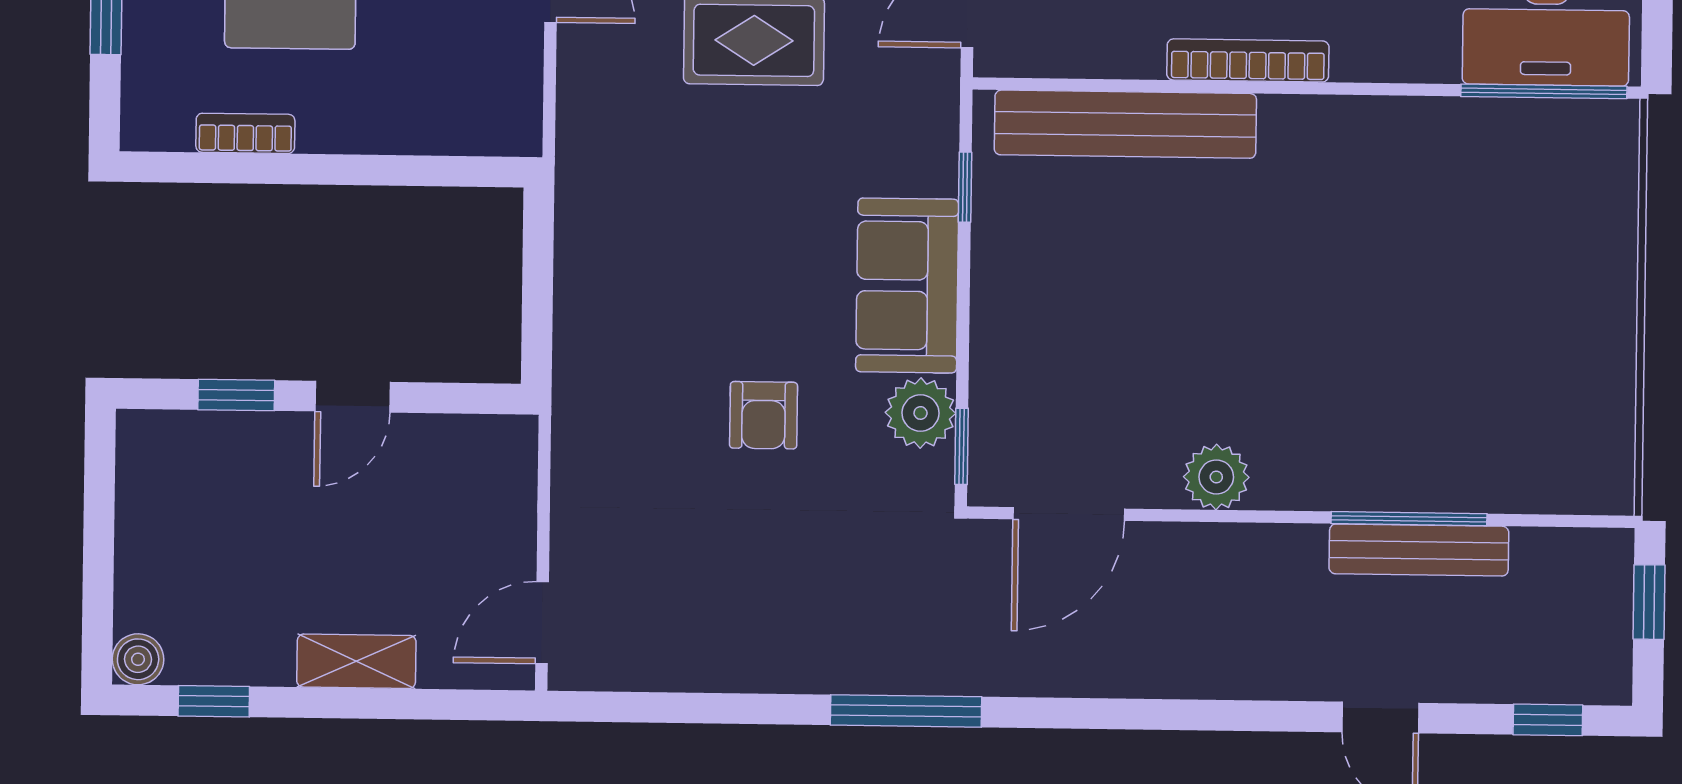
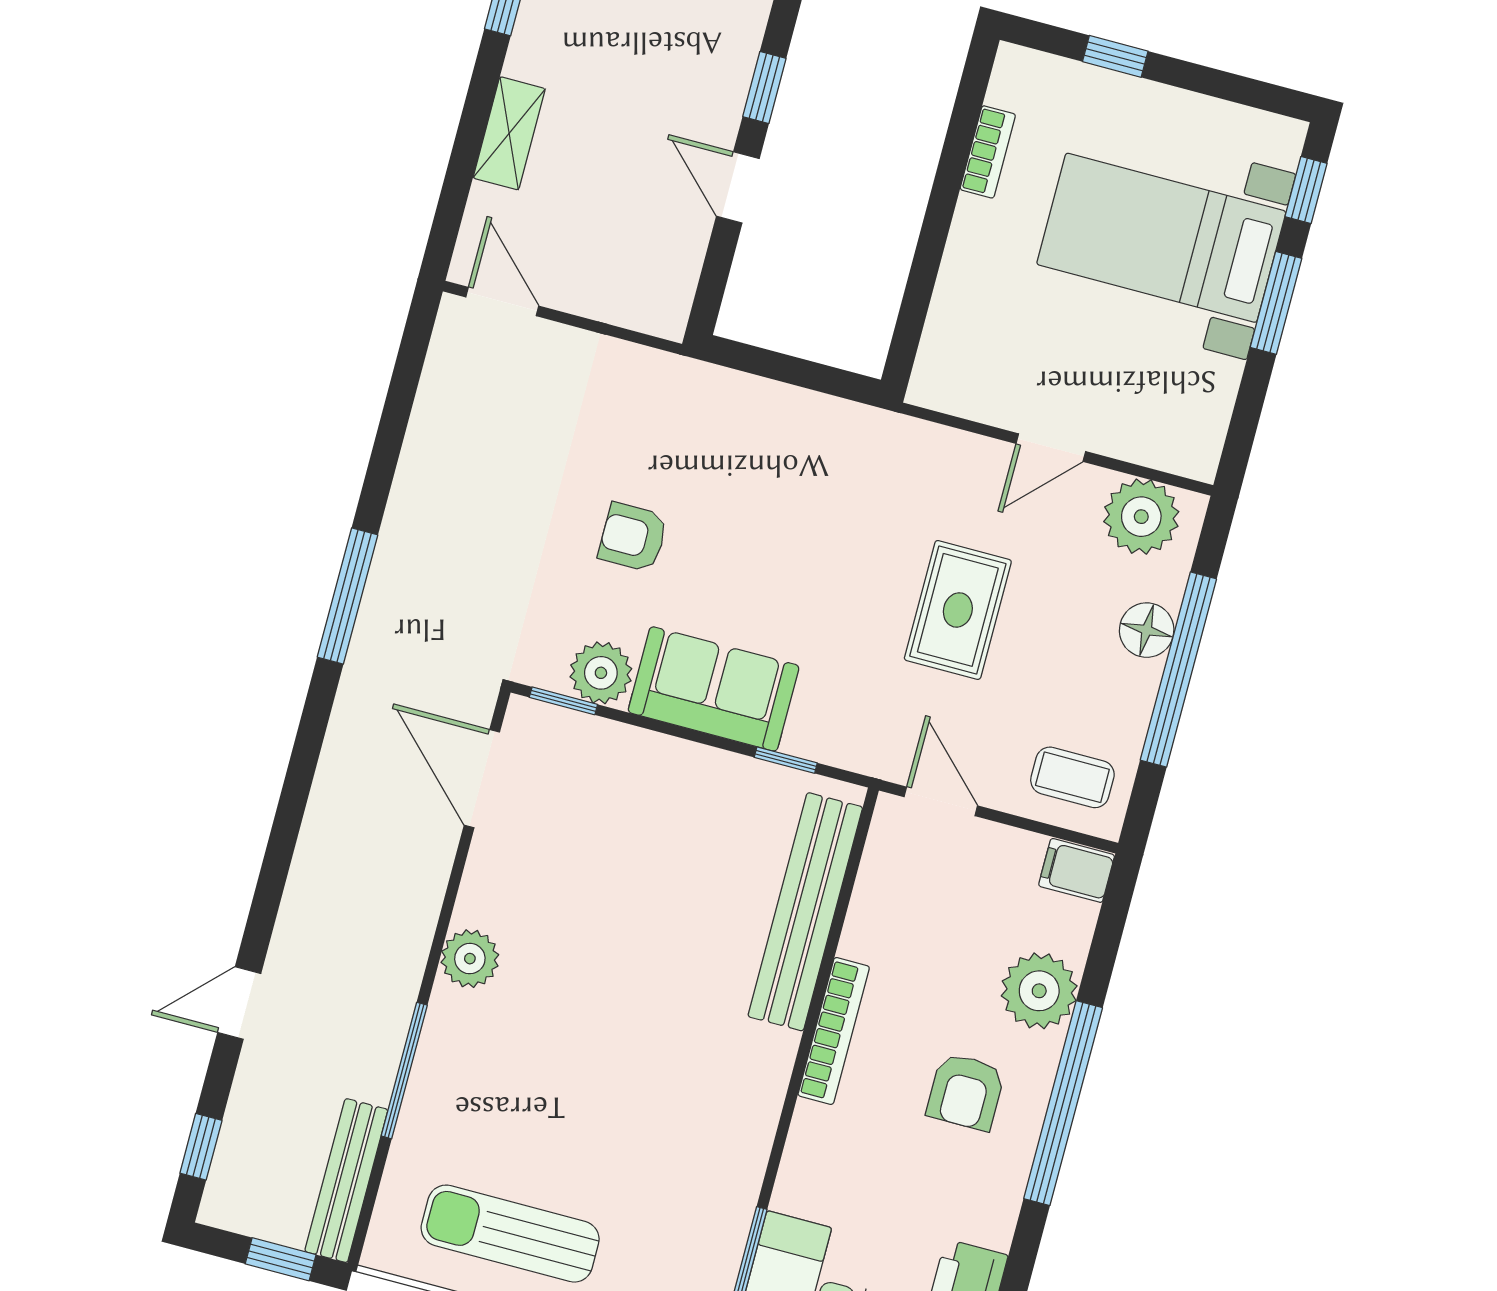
sun lounger: (1558, 358) -> (510, 1234), added
plant: (1216, 477) -> (470, 959), moved
bench: (1419, 550) -> (346, 1181), moved

